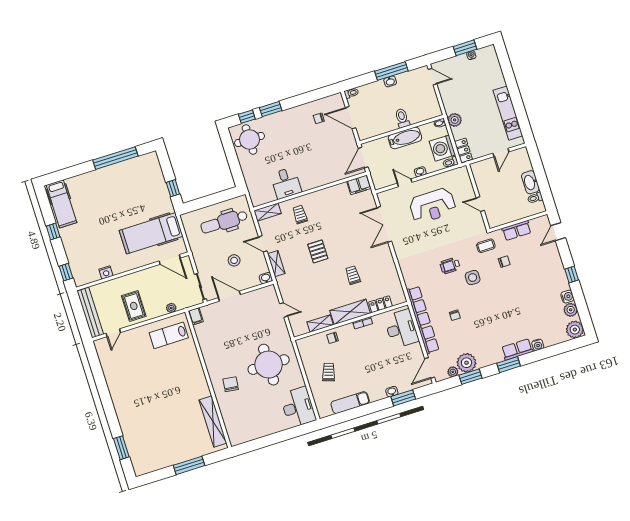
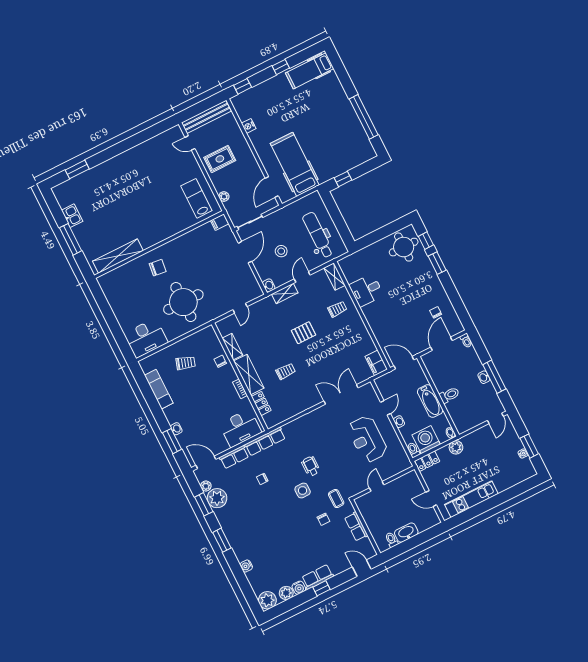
row of seats: (517, 349) -> (318, 577), moved, turned -90
kitchen sink: (166, 460) -> (72, 216), added

